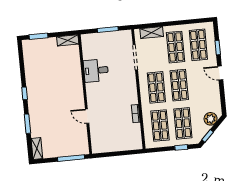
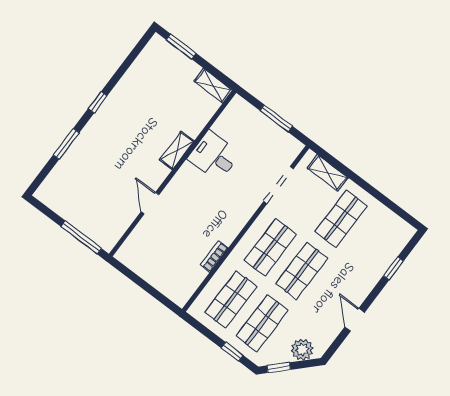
shop shelf: (198, 45) -> (372, 242), removed
door: (220, 73) -> (355, 320), moved
shelving: (37, 148) -> (177, 150), moved

